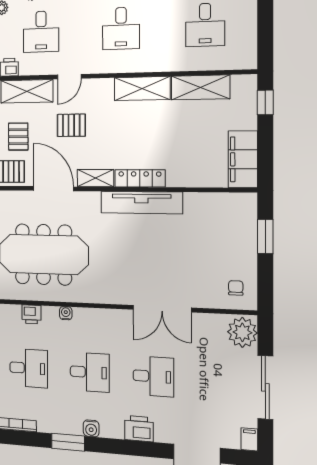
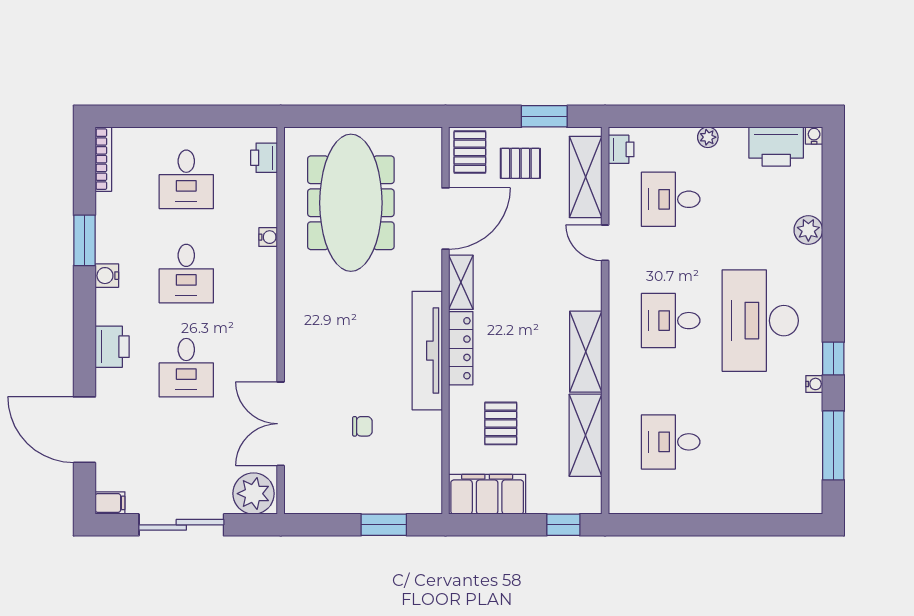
pallet: (71, 125) -> (501, 423), moved
chair: (236, 288) -> (362, 426), moved
double door: (162, 309) -> (281, 424), moved
printer: (31, 314) -> (264, 158), moved

